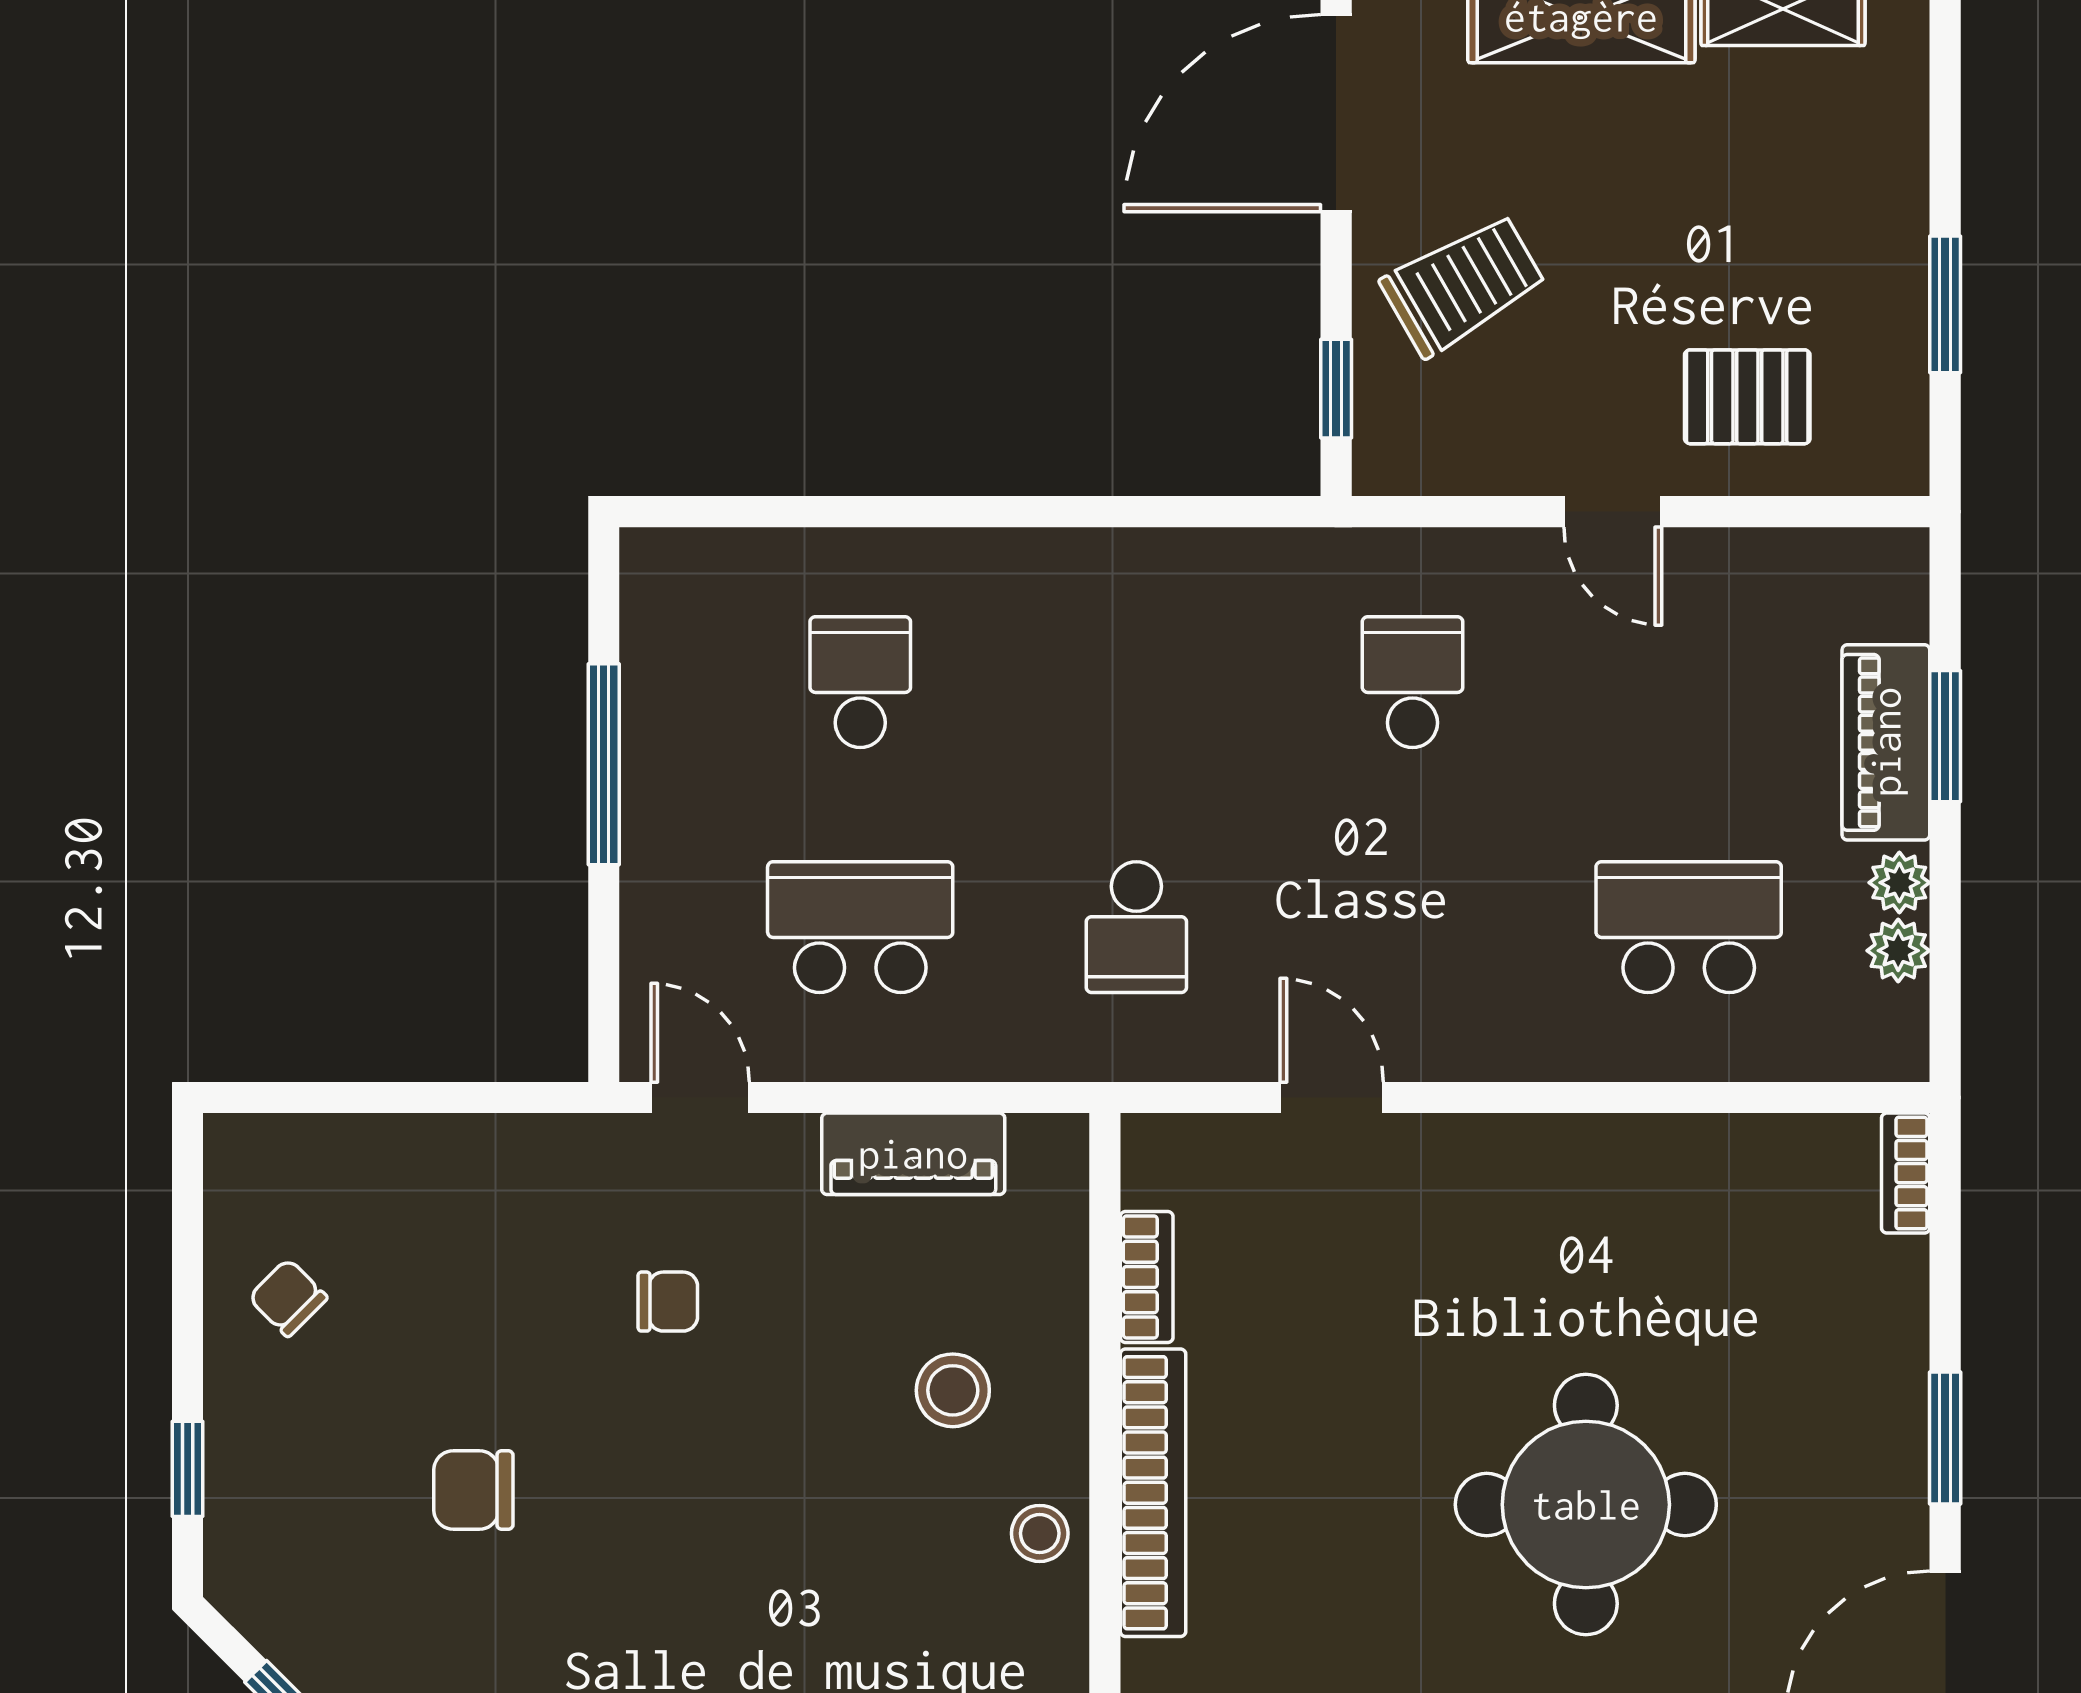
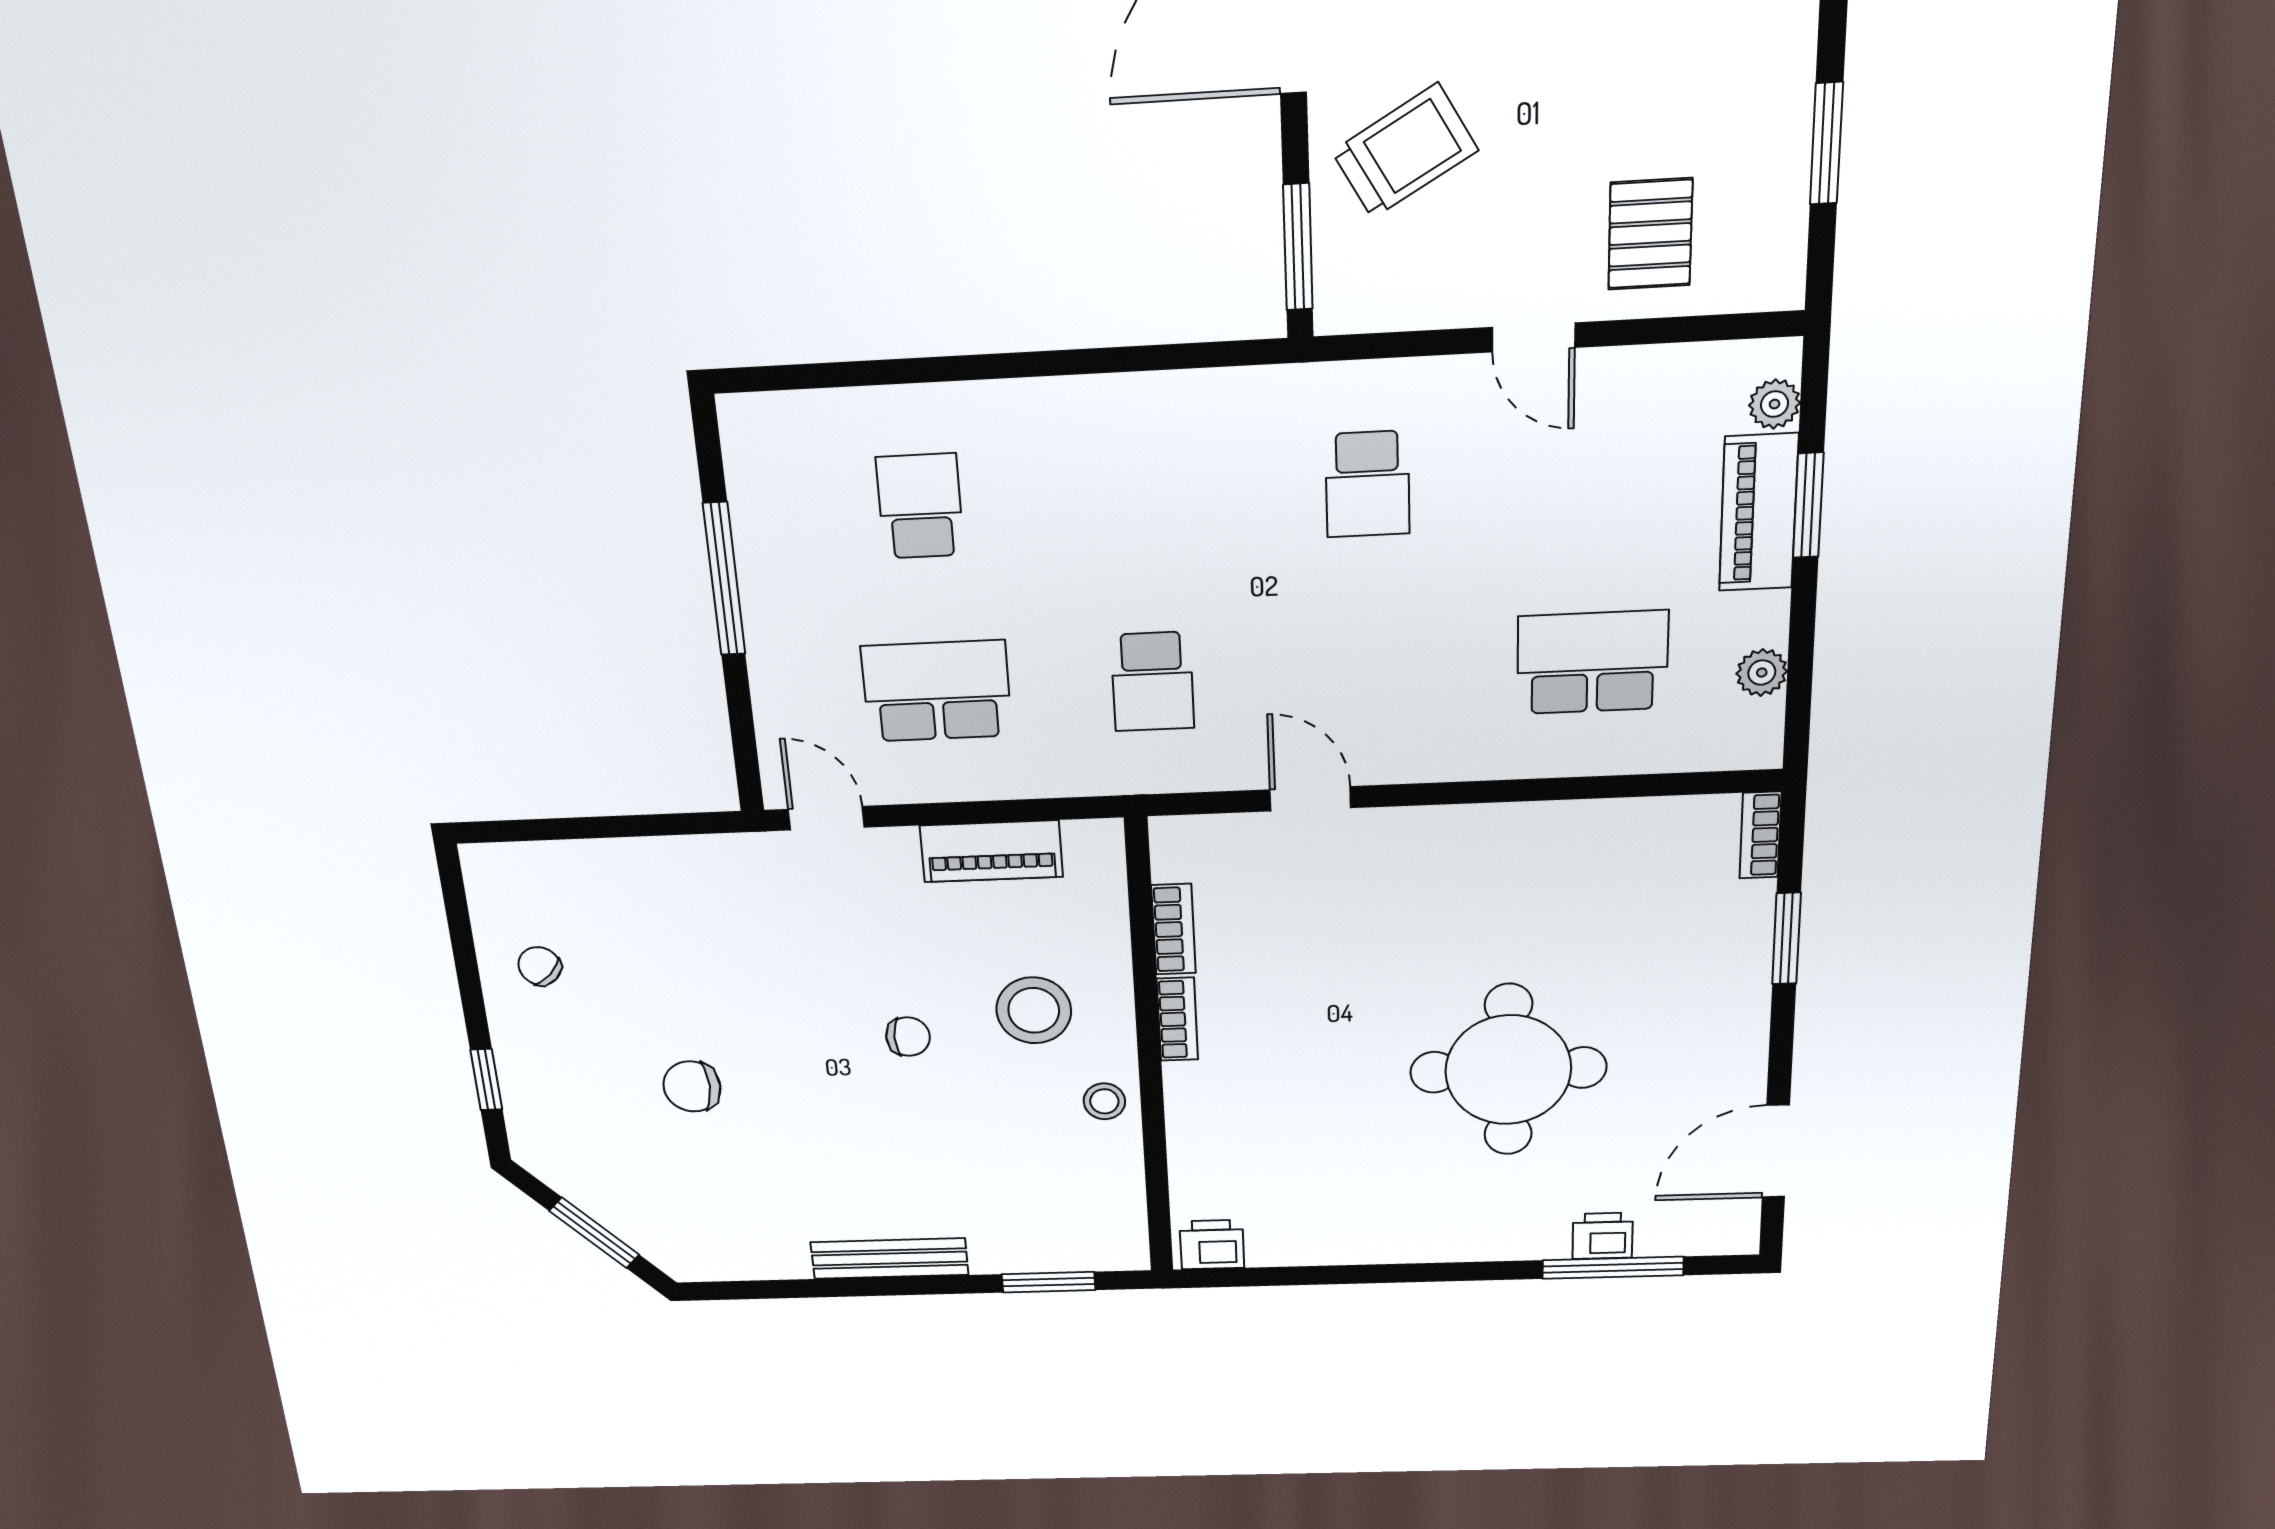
window: (1336, 389) -> (1298, 247), width x1.50
pallet: (1747, 397) -> (1650, 234), turned 90
school desk: (1413, 682) -> (1367, 484), turned 180
plant: (1899, 883) -> (1775, 404), moved
chair: (668, 1302) -> (908, 1037), moved
stool: (953, 1390) -> (1034, 1010), width x1.38, depth x1.38
window: (1945, 1438) -> (1786, 939), moved
bookcase: (1153, 1493) -> (1177, 1019), width x0.43, depth x0.76

